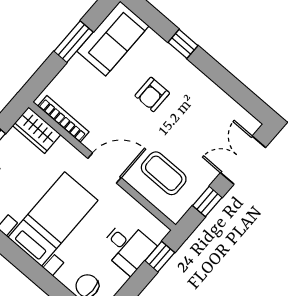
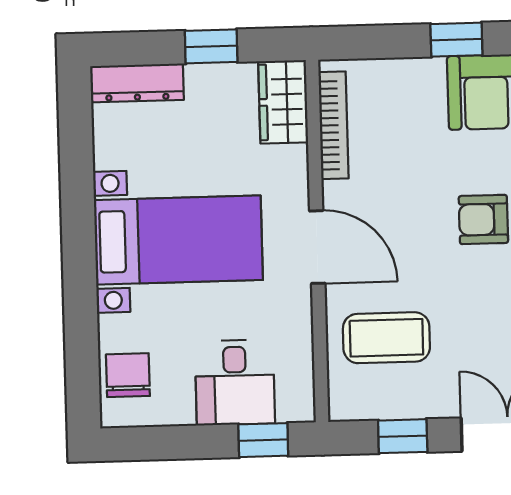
window: (74, 42) -> (456, 40), width x0.67
coffee table: (164, 173) -> (386, 338), turned 90

